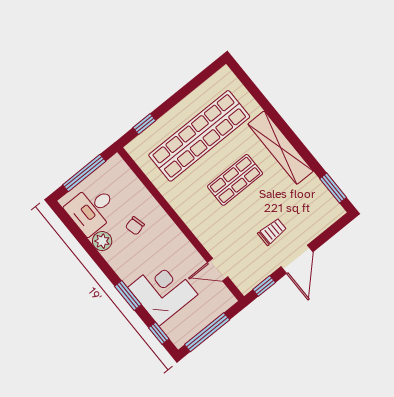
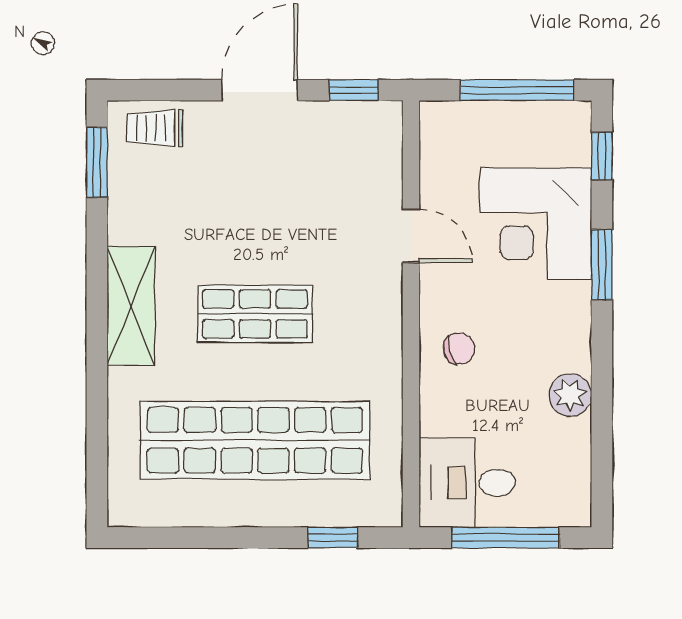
shelving: (281, 148) -> (131, 306), width x0.68
desk: (92, 209) -> (467, 483), moved, turned 180
chair: (135, 226) -> (459, 349), moved
trolley: (272, 232) -> (155, 128), moved
door: (218, 270) -> (411, 236), moved

